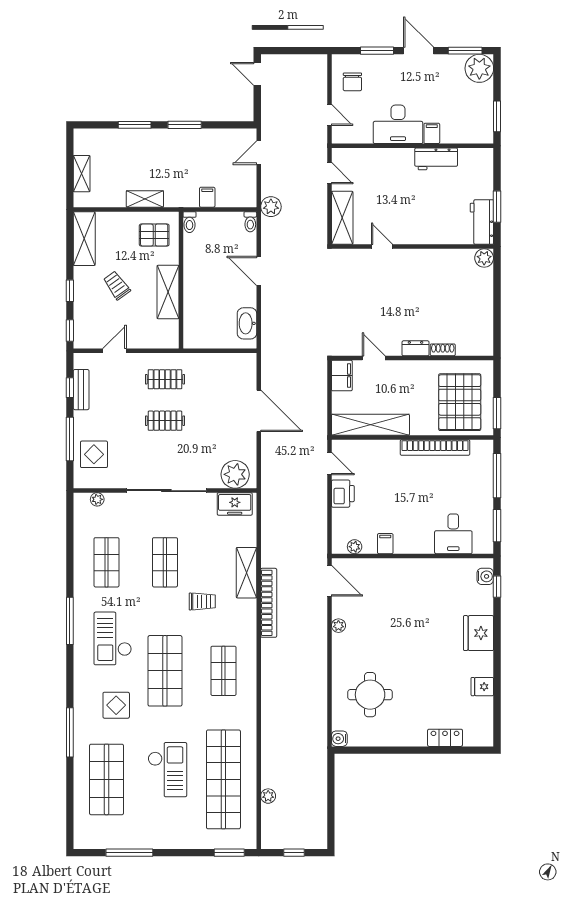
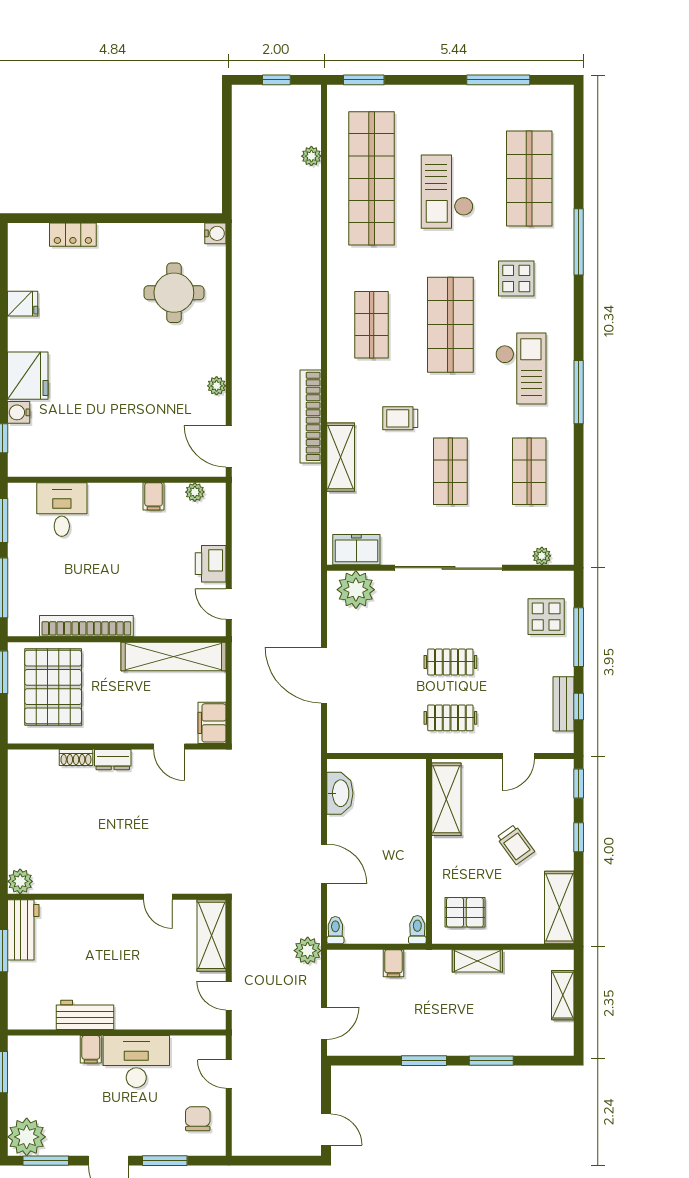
shelving: (168, 292) -> (446, 799), moved
water cooler: (485, 576) -> (19, 412), moved

